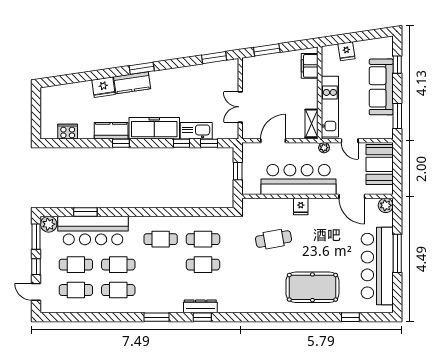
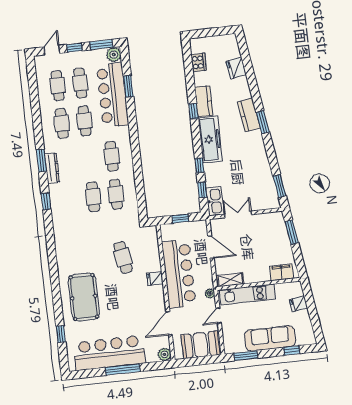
fridge: (103, 87) -> (236, 68), moved
kitchen sink: (196, 131) -> (215, 201), moved
dresser: (200, 306) -> (52, 168), moved

